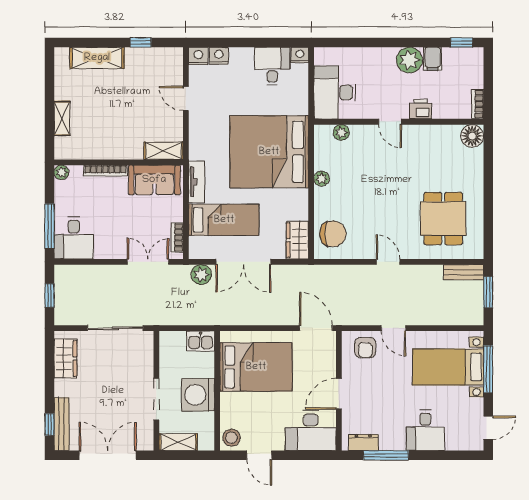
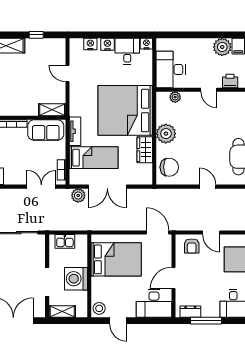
nightstand: (198, 56) -> (107, 44), moved
plant: (322, 179) -> (166, 134), width x1.87, depth x1.87
wardrobe: (297, 240) -> (145, 150), moved
kitchen sink: (201, 341) -> (65, 241), moved

